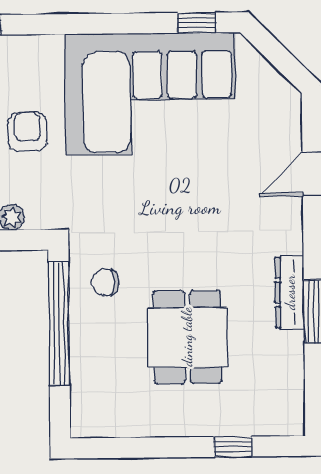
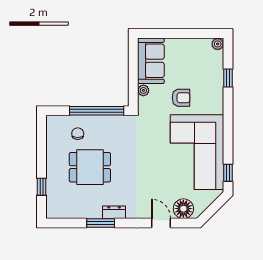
floor lamp: (280, 123) -> (183, 209), added
chair: (105, 282) -> (78, 134), moved
dresser: (290, 292) -> (114, 212), width x0.70

